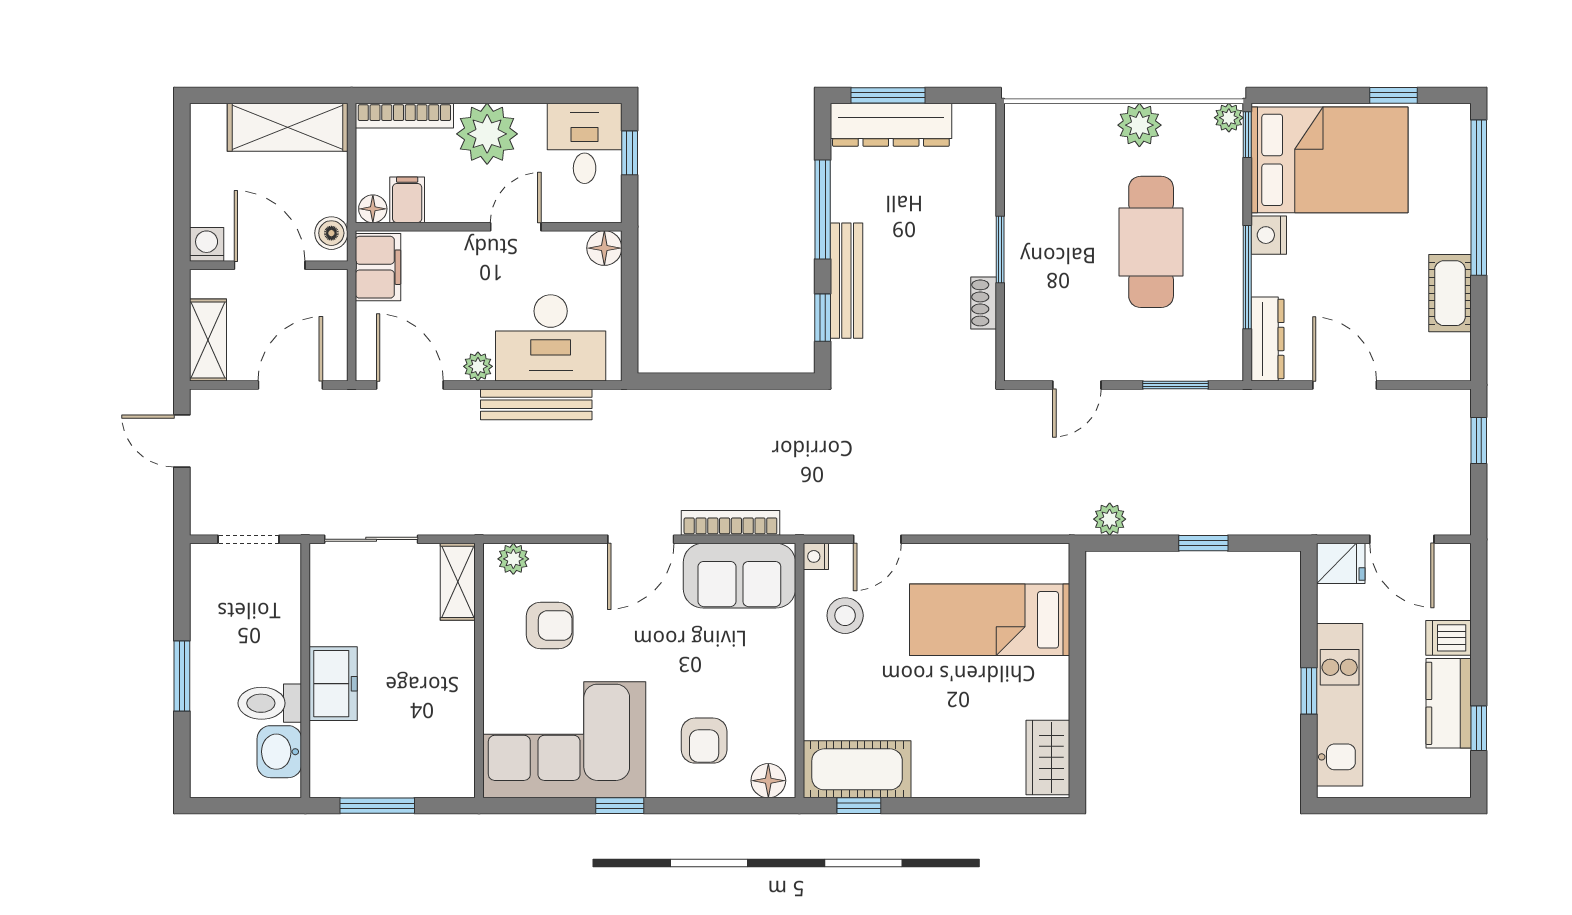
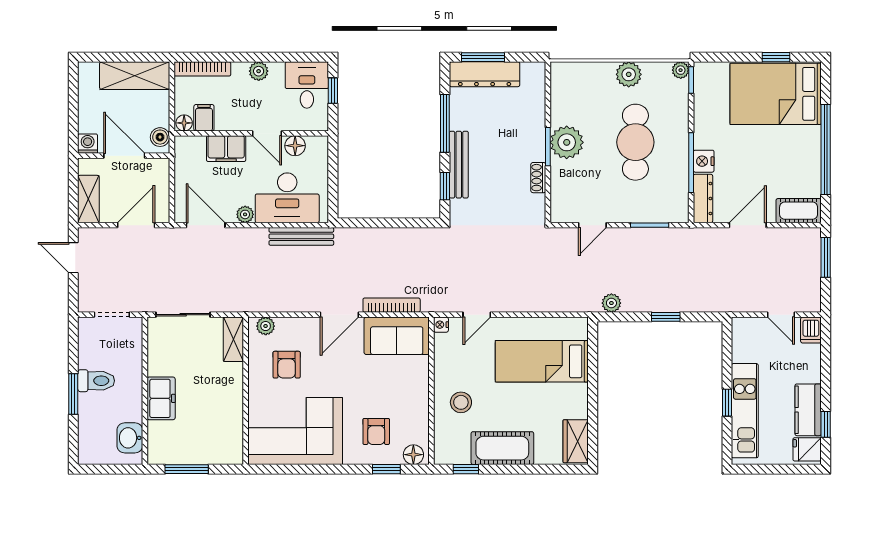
plant: (487, 134) -> (259, 71), width x0.53, depth x0.53
bed: (1329, 160) -> (776, 94), moved, turned 180
window: (1479, 198) -> (826, 149), moved
door: (516, 227) -> (267, 133), swing flipped
nightstand: (1269, 235) -> (704, 161), moved
plant: (1033, 242) -> (567, 142), added
floor lamp: (604, 248) -> (295, 146), moved
filing cabinet: (378, 267) -> (226, 149), moved, turned 90
cot: (1450, 293) -> (799, 211), moved, turned 90
door: (1345, 385) -> (748, 225), hinge flipped
bench: (536, 404) -> (301, 236), moved
window: (1479, 441) -> (826, 257), width x1.50
door: (1402, 539) -> (781, 315), width x0.73
fridge: (1341, 563) -> (807, 449), moved, turned 180
stool: (845, 616) -> (461, 402), moved
armchair: (550, 625) -> (287, 365), turned 90
dishwasher: (1448, 638) -> (811, 330), moved, turned -90
toilet: (270, 703) -> (96, 381), moved, turned 180
cot: (857, 769) -> (502, 448), moved
window: (620, 806) -> (386, 469), moved

